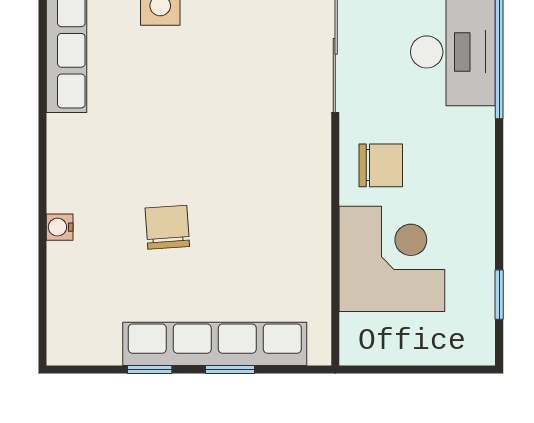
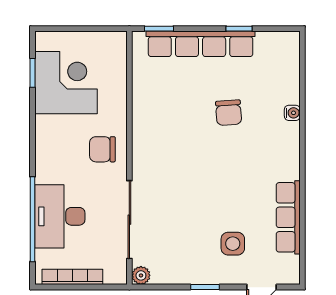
corner desk: (392, 259) -> (66, 83), moved, turned 180
window: (230, 369) -> (159, 29), moved

